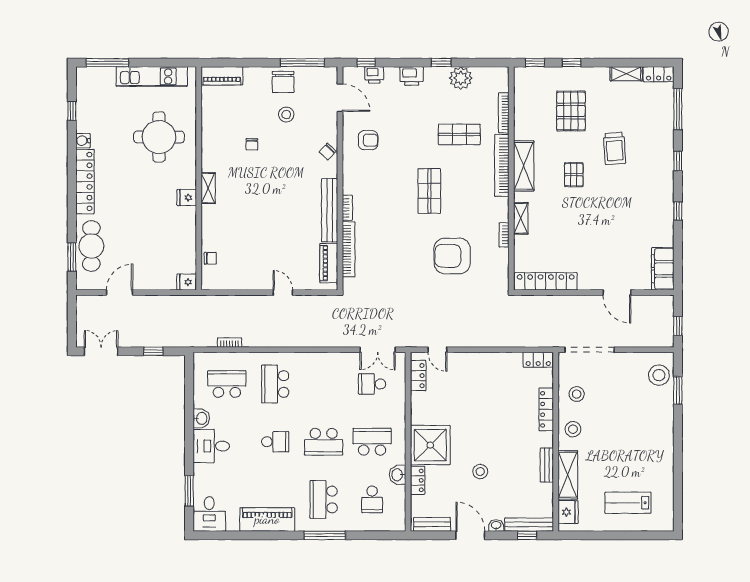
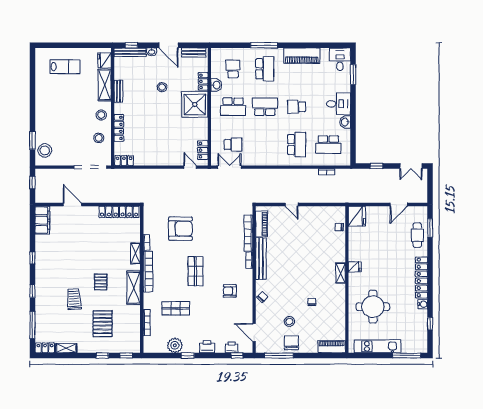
armchair: (368, 140) -> (230, 291), moved
bookcase: (502, 165) -> (148, 272), moved
cafe table: (91, 246) -> (417, 235), width x0.73, depth x0.74
fridge: (187, 282) -> (357, 216), width x1.88, depth x1.34

